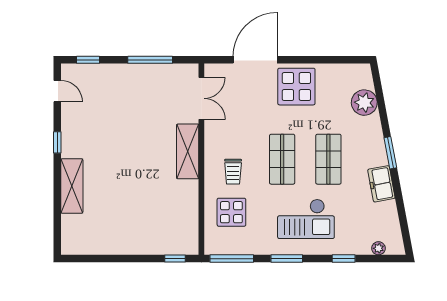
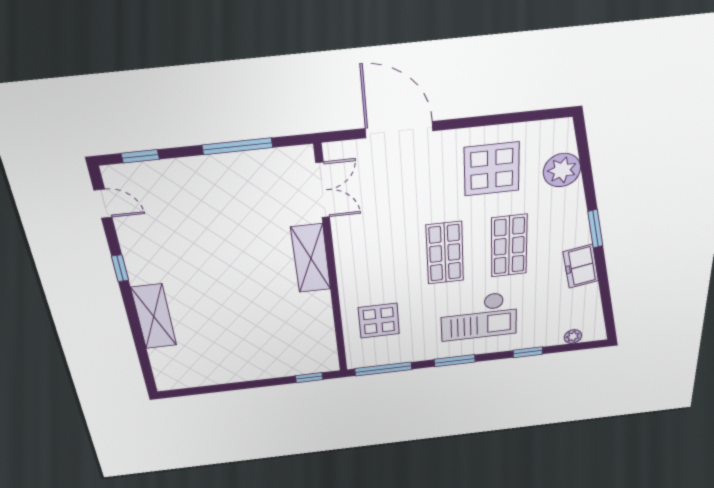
door: (255, 60) -> (399, 130), hinge flipped
display table: (296, 87) -> (492, 169), moved
trolley: (233, 172) -> (377, 275), removed

